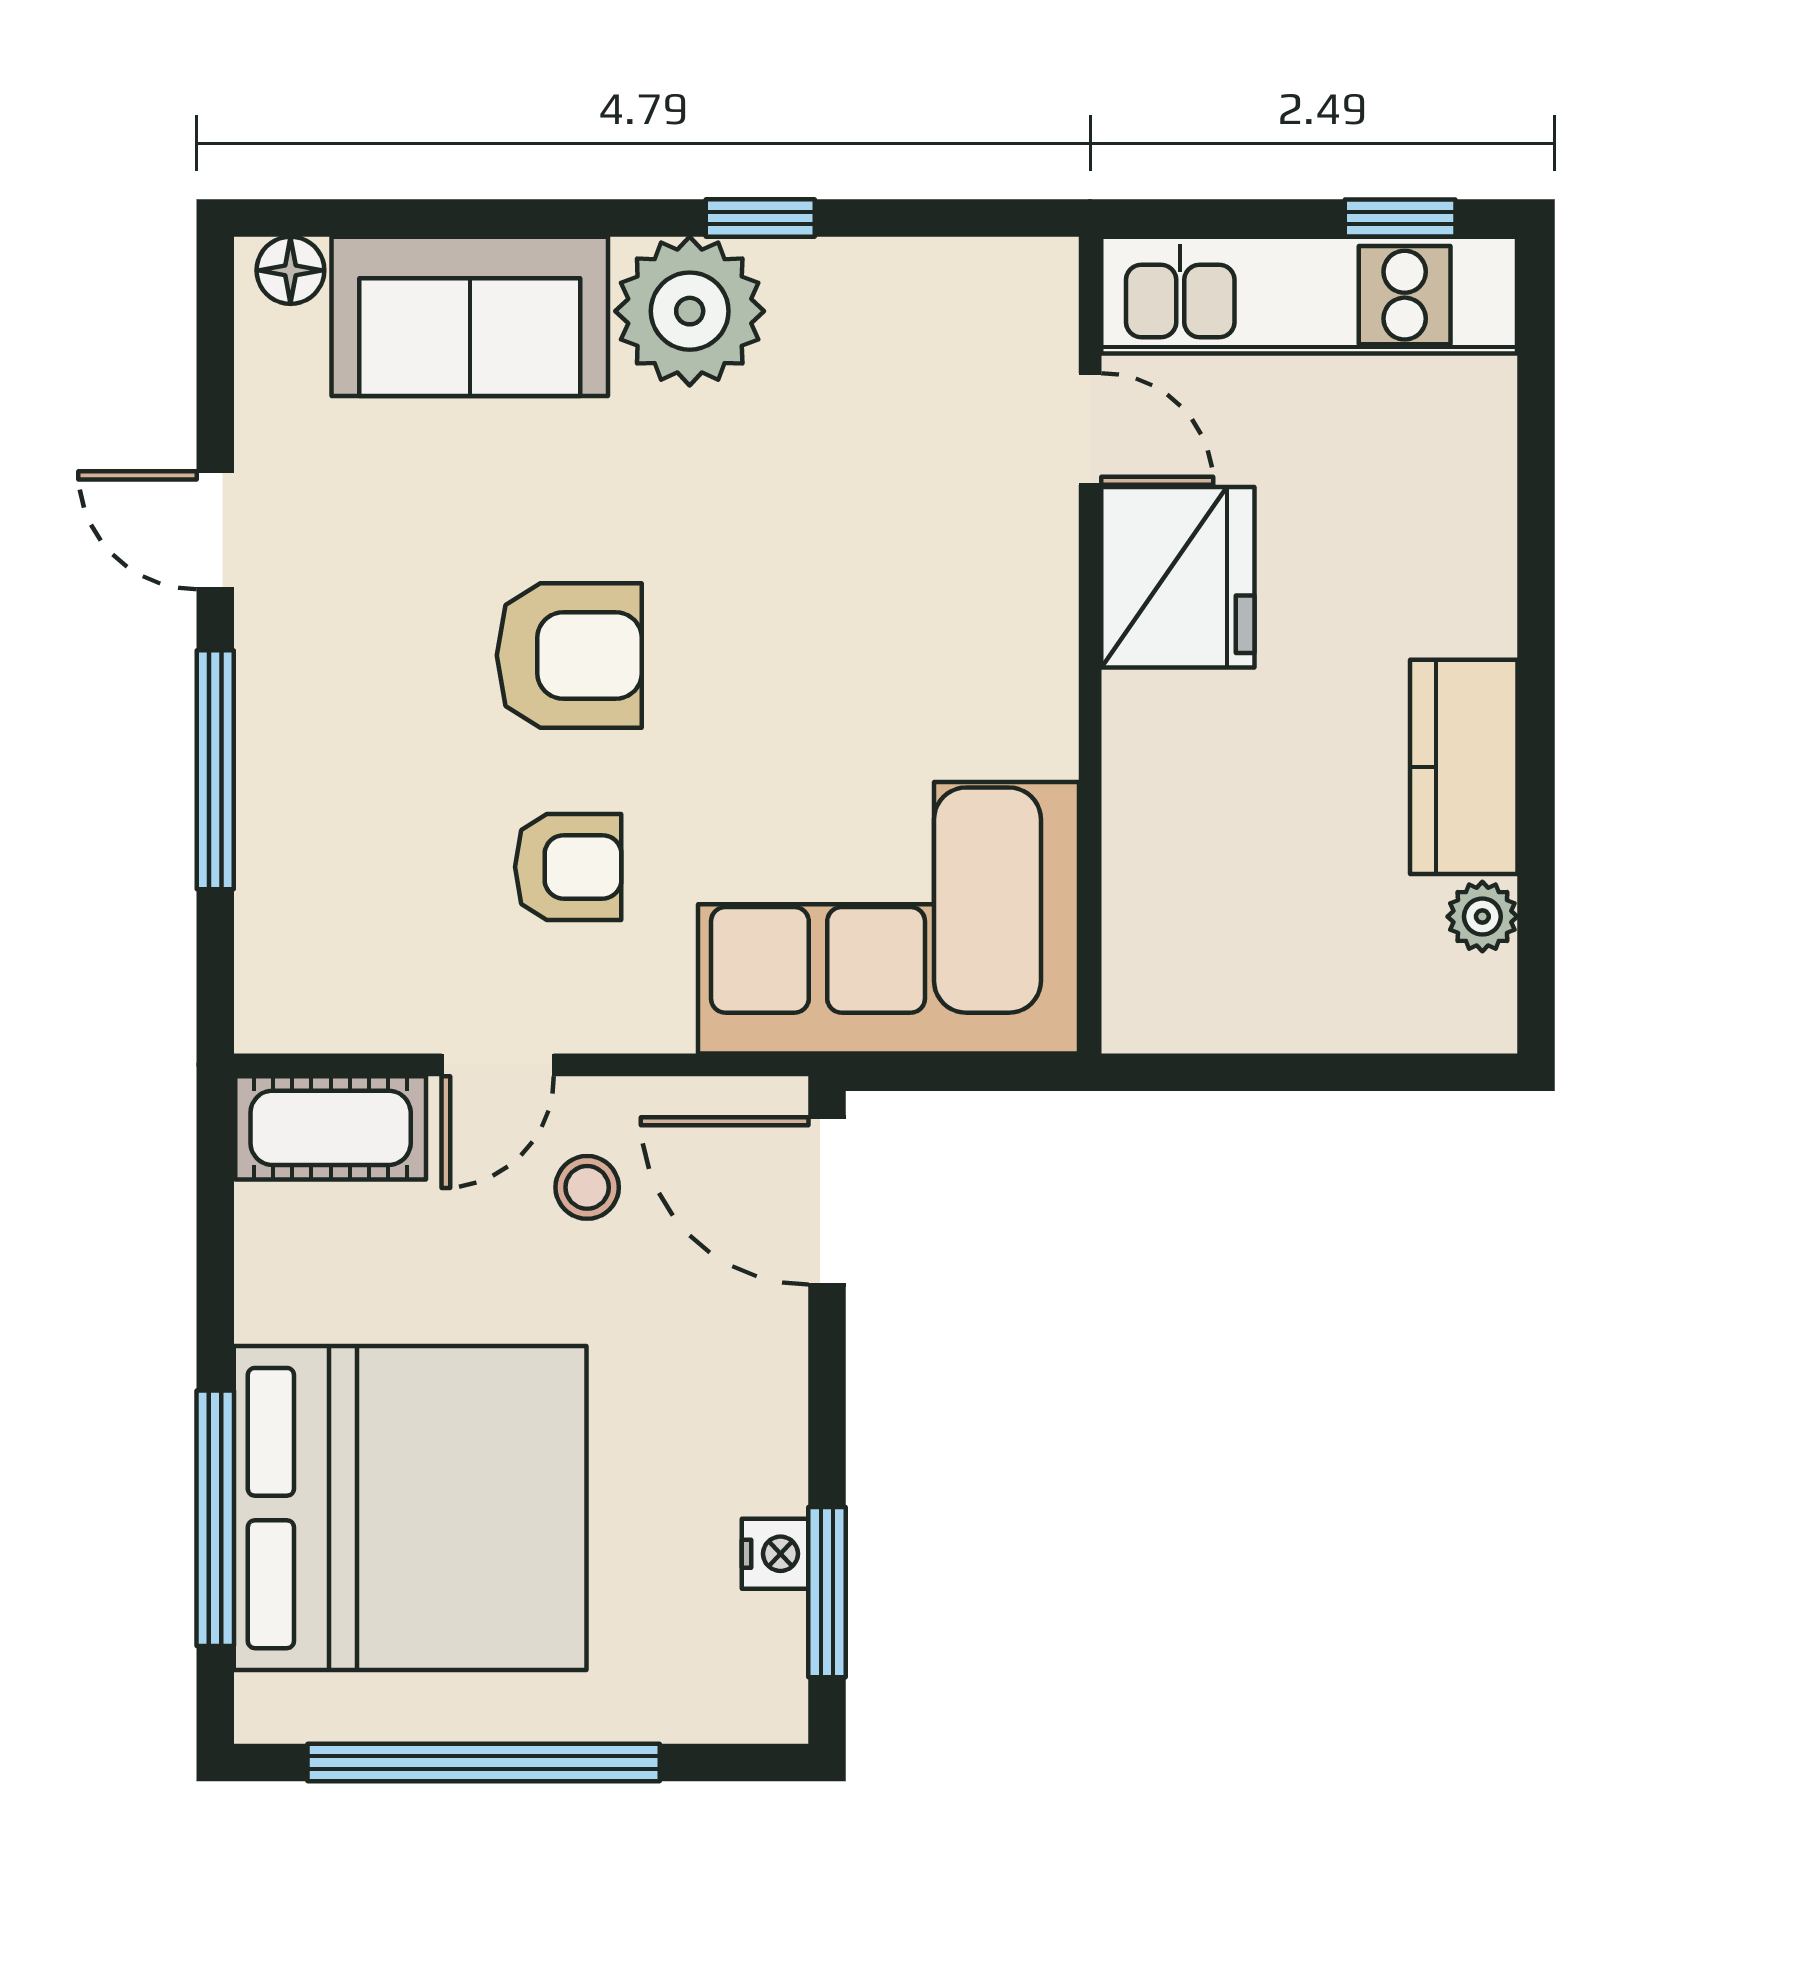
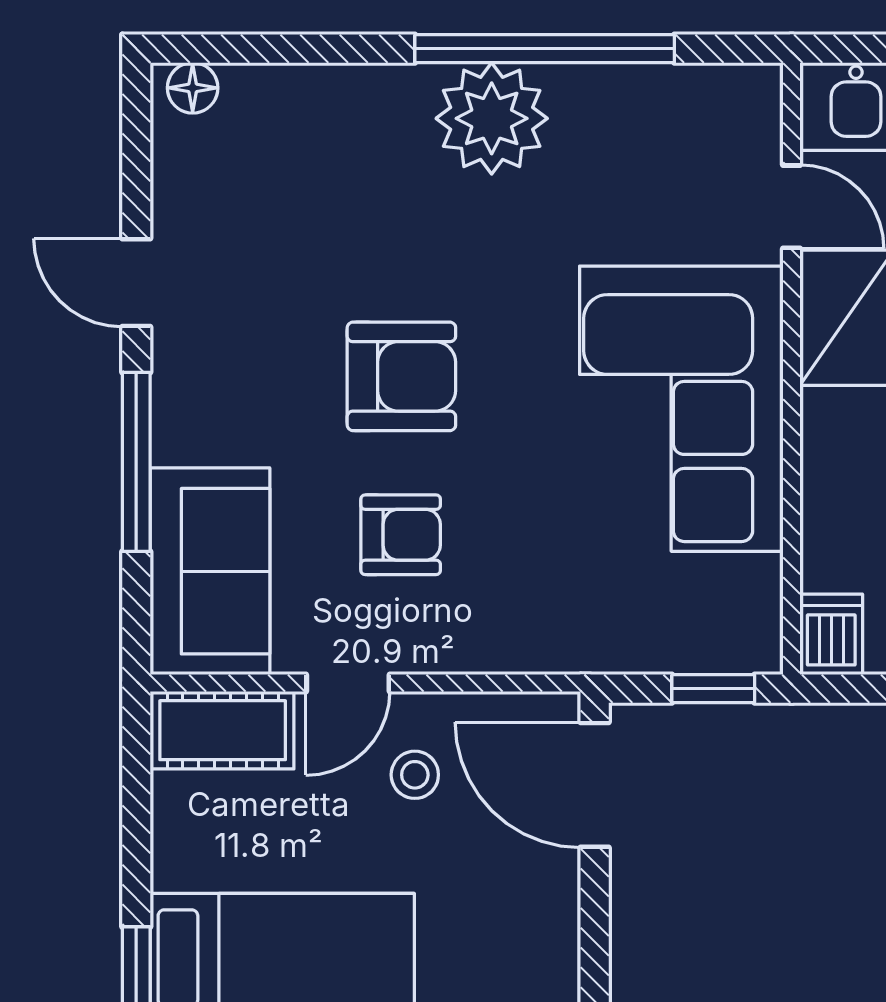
window: (760, 218) -> (545, 49), width x3.17
sofa: (470, 316) -> (210, 571), moved, turned -90
corner sofa: (888, 918) -> (681, 409), moved, turned -90
dishwasher: (1143, 1000) -> (831, 634), added
window: (986, 1072) -> (713, 689), added

